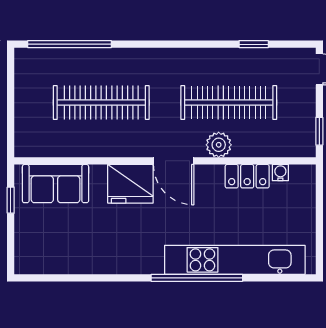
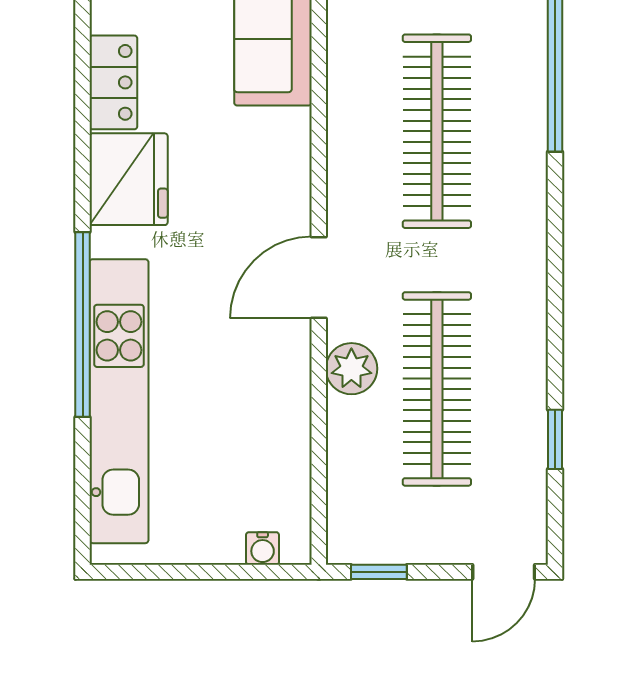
water cooler: (280, 173) -> (263, 548), moved, turned 90
locker: (247, 176) -> (113, 82), moved, turned 180
fridge: (130, 184) -> (129, 179), moved, turned 180

